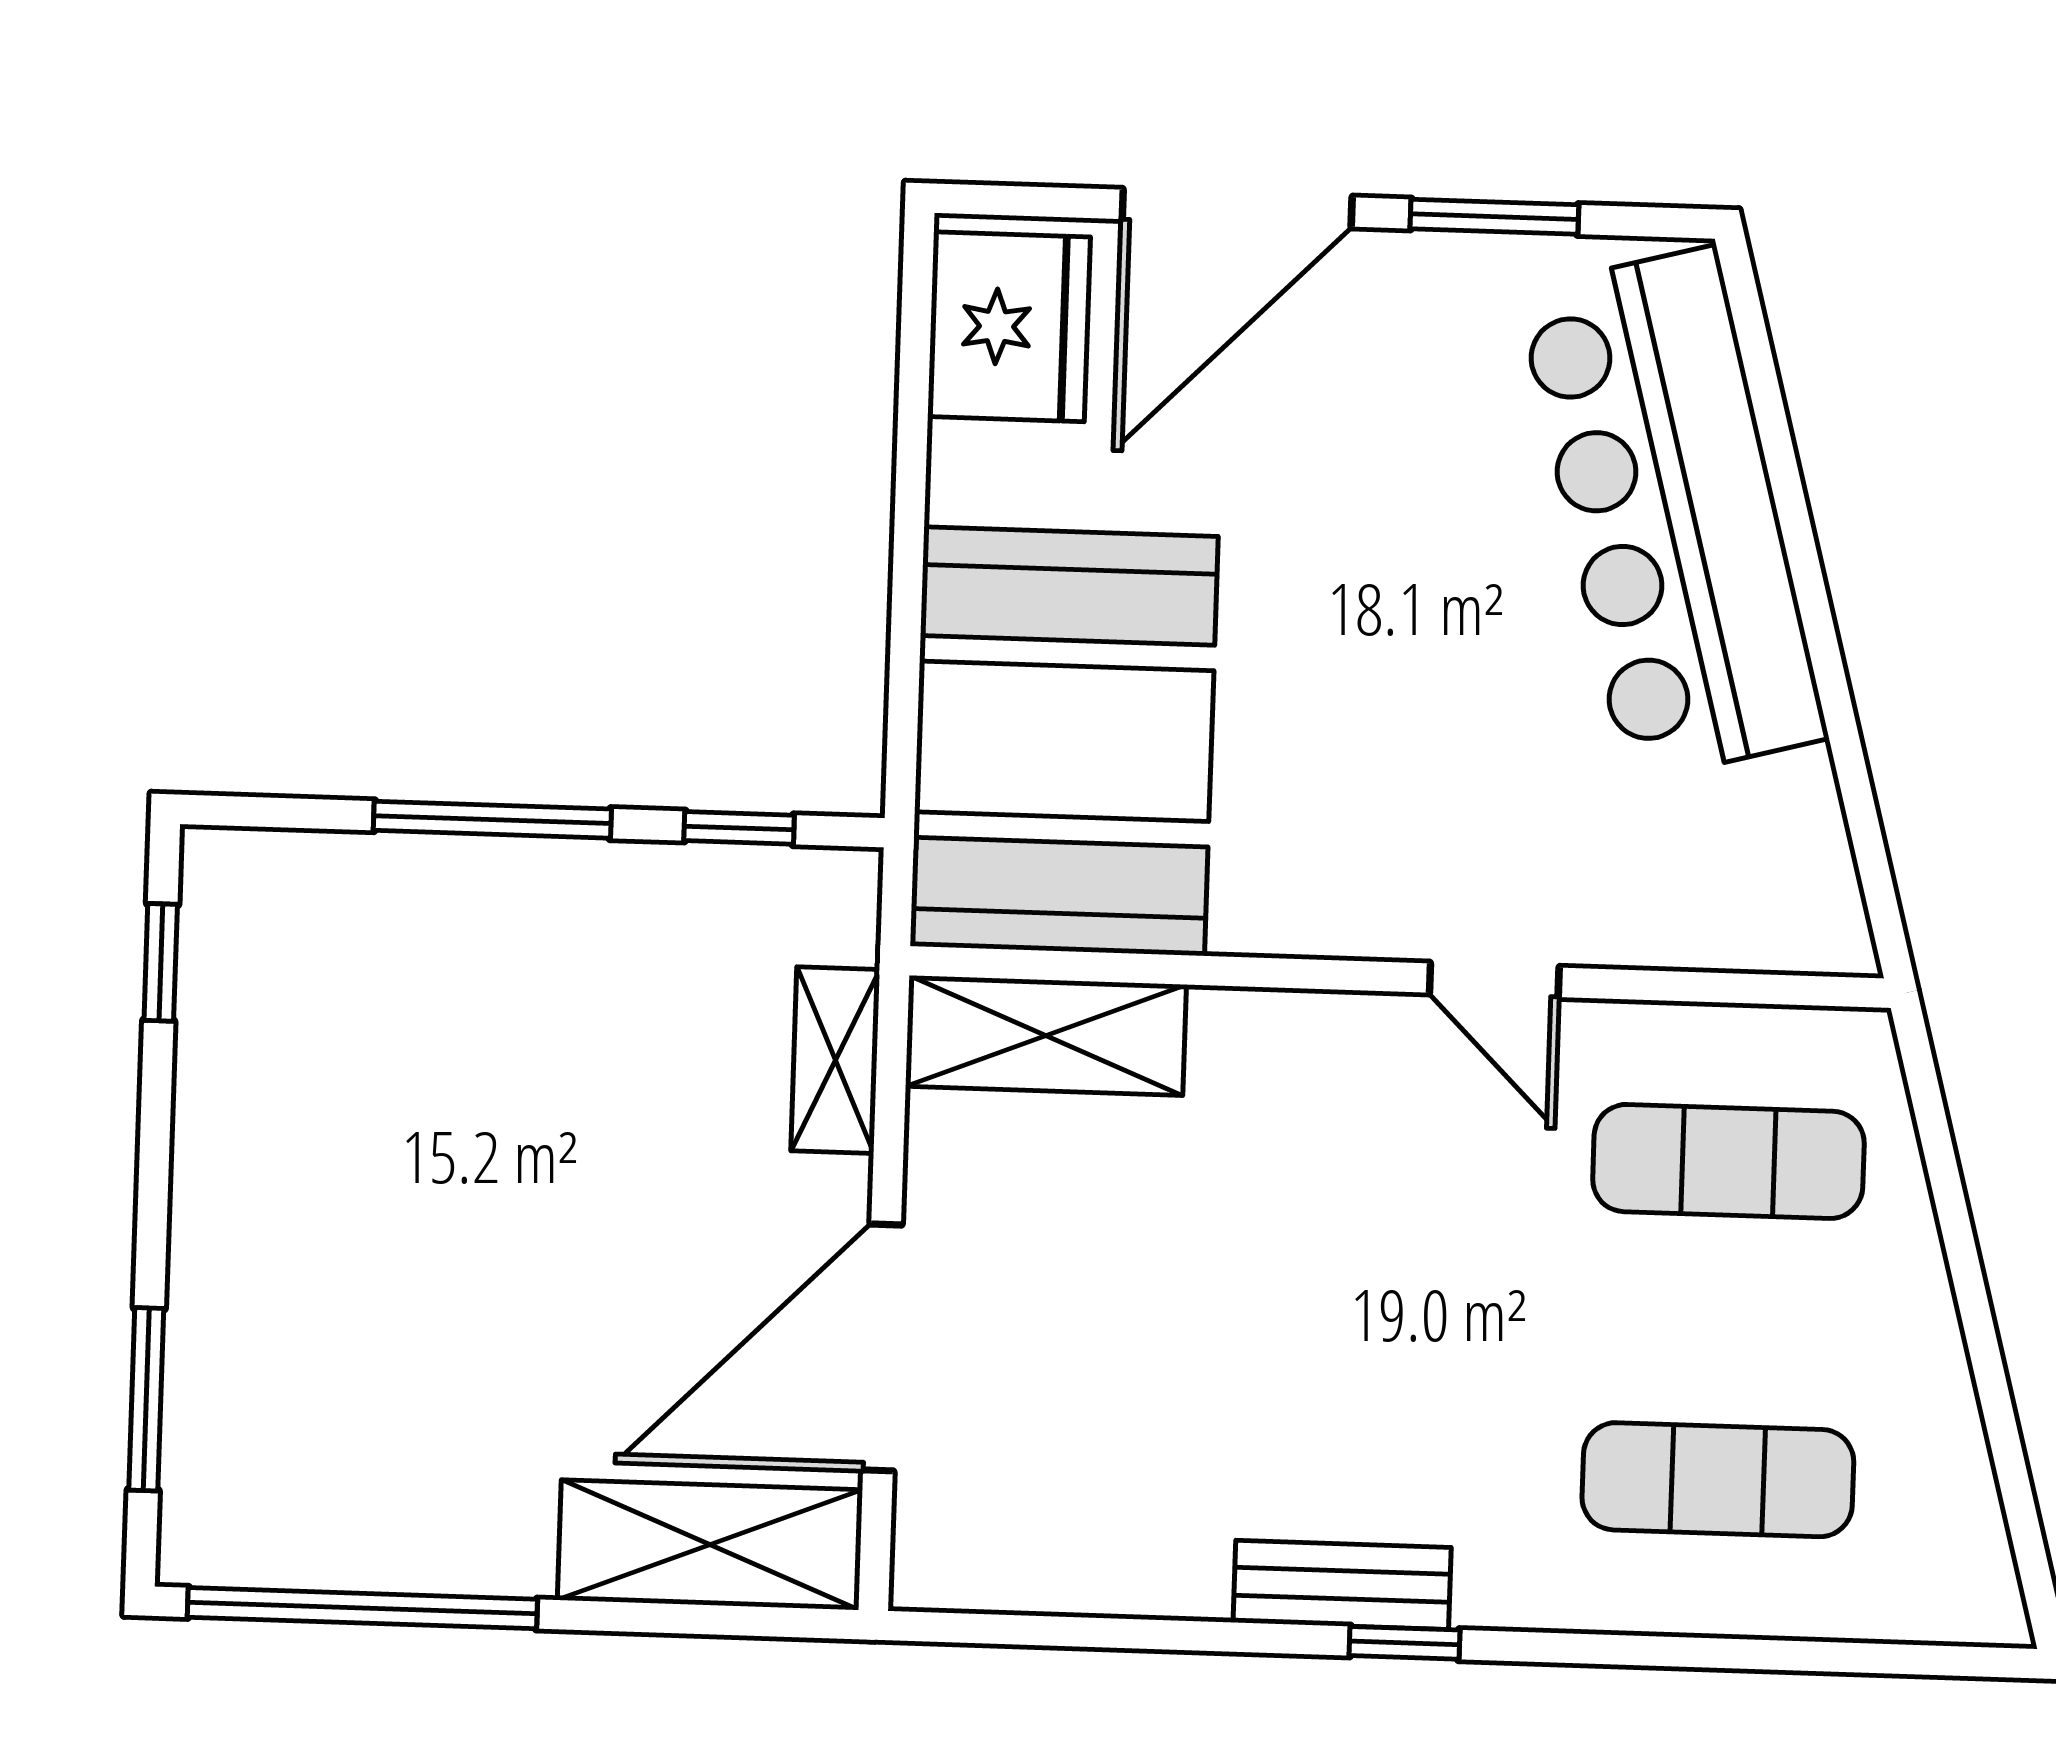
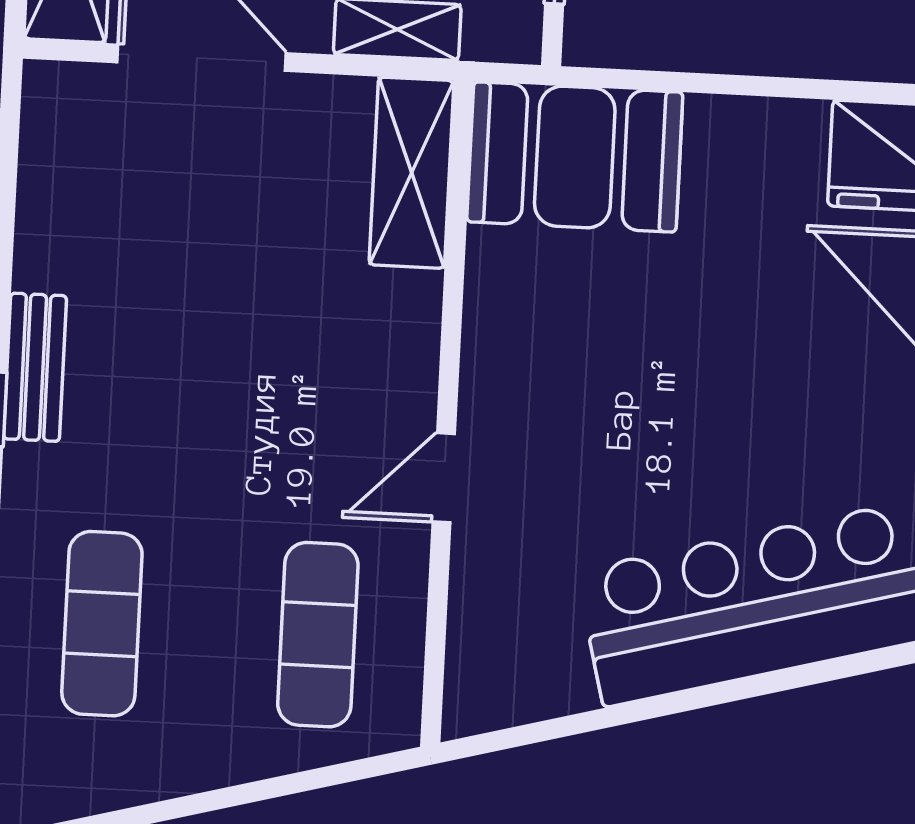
booth: (1064, 741) -> (575, 157), width x0.73, depth x0.70

